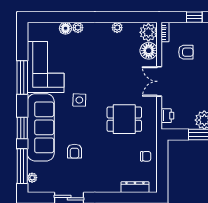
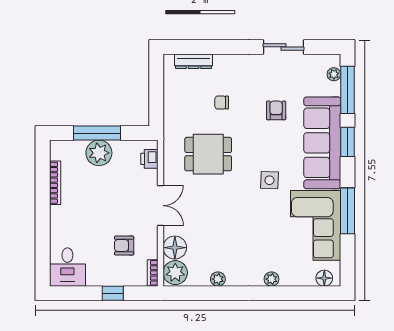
floor lamp: (65, 28) -> (324, 278), moved
chair: (146, 156) -> (222, 103), moved

